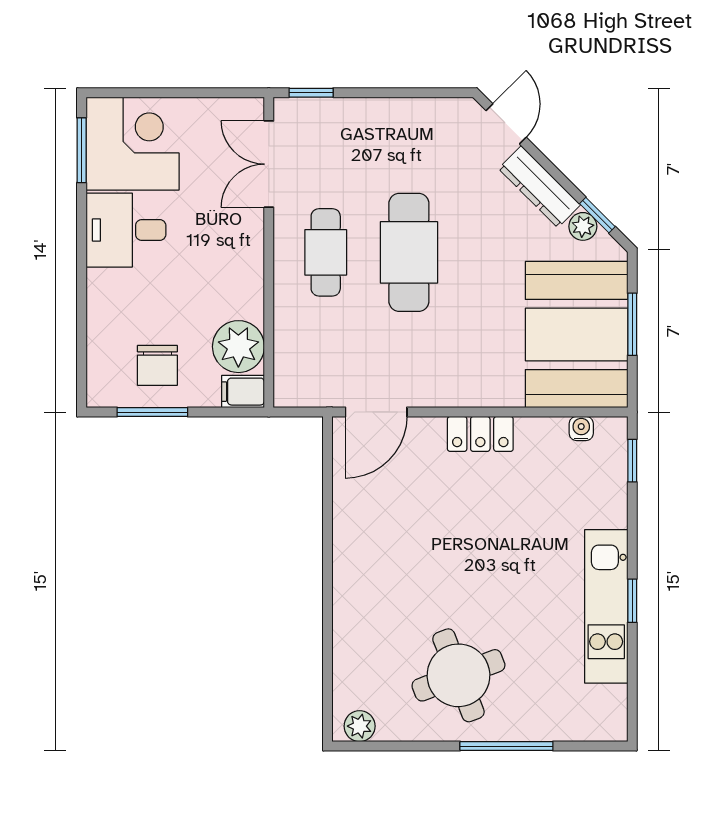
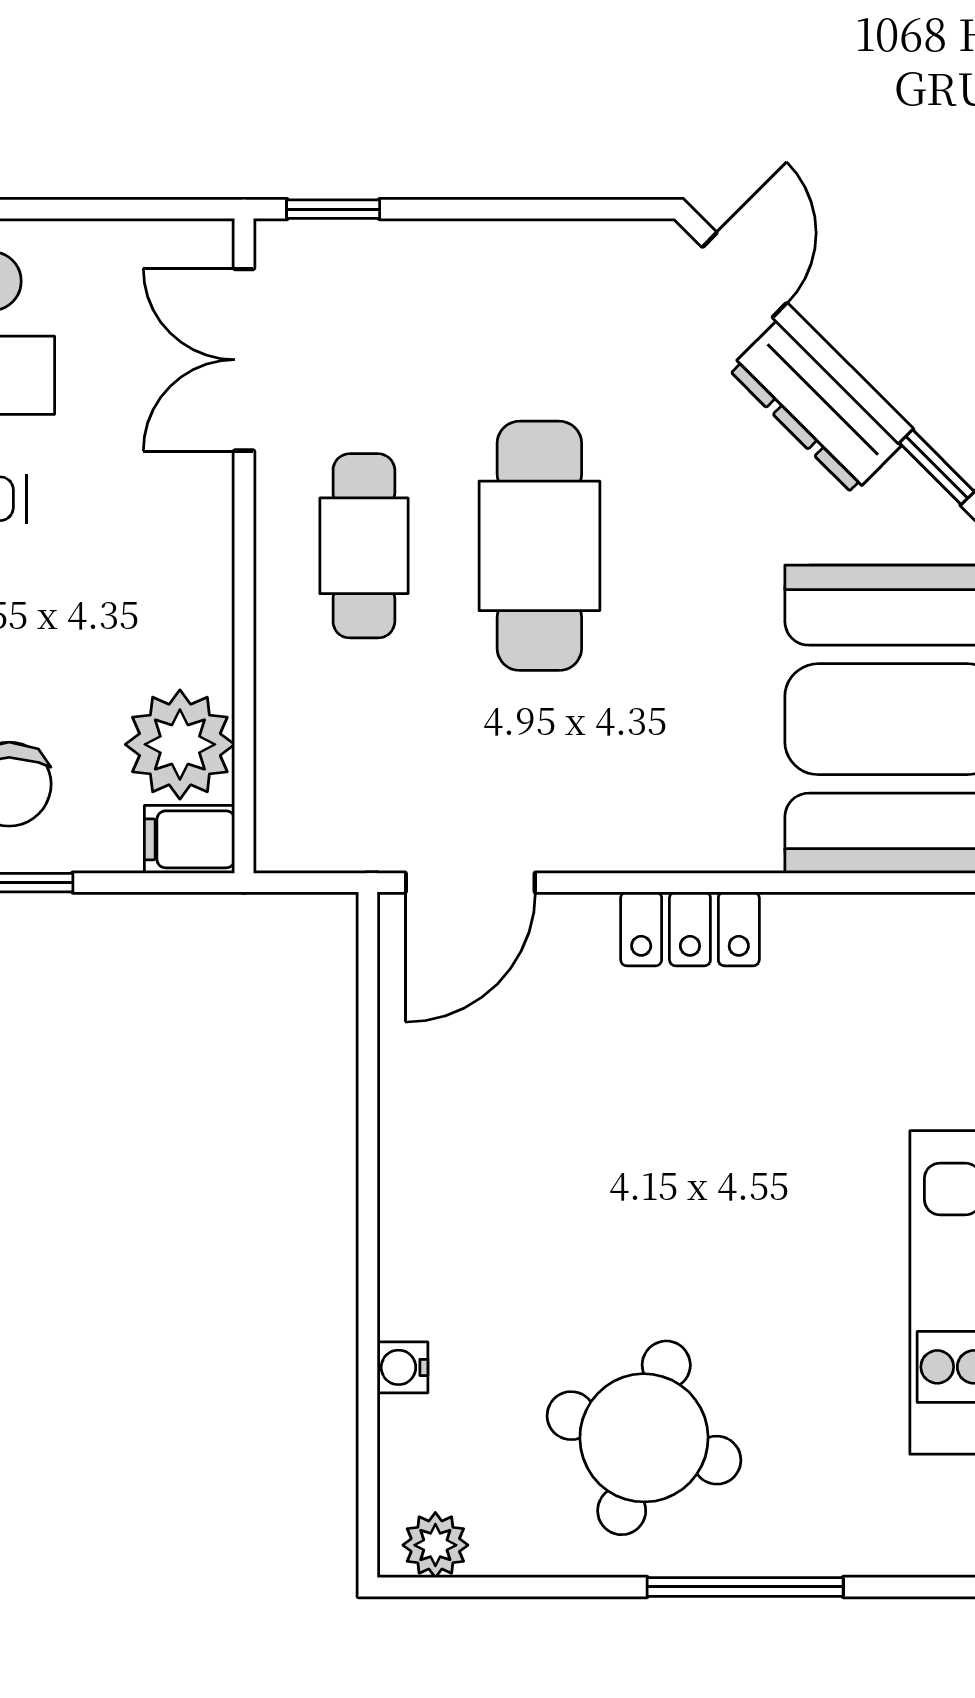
plant: (583, 226) -> (906, 491), removed
water cooler: (581, 428) -> (403, 1367), moved, turned -90
round table: (458, 675) -> (644, 1438), turned 38

